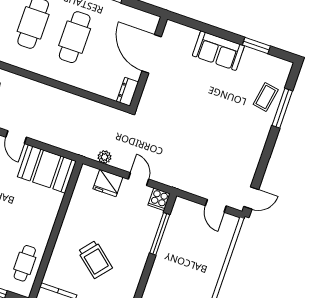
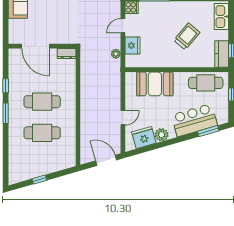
door: (152, 54) -> (36, 46), hinge flipped
booth: (47, 169) -> (155, 84), moved, turned 90
cafe table: (25, 263) -> (206, 83), width x1.37, depth x1.35

